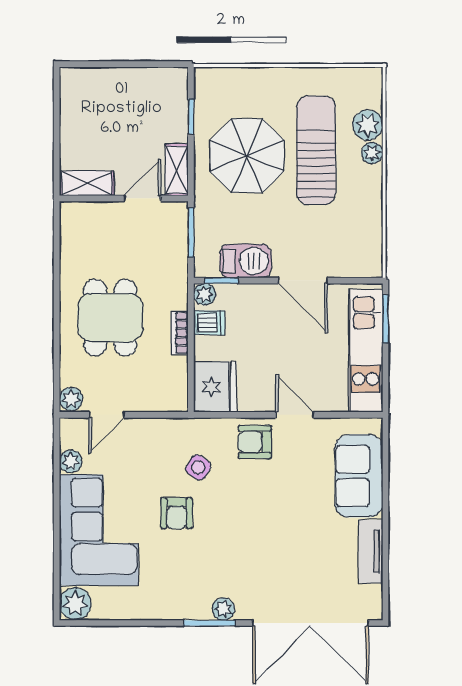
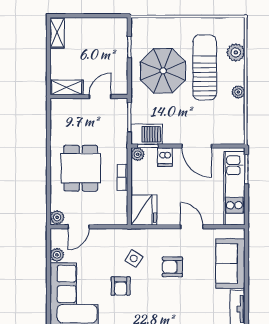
plant: (372, 153) -> (238, 92), moved
shelving: (177, 170) -> (57, 33), moved
barbecue: (246, 261) -> (147, 134), moved
dishwasher: (209, 323) -> (165, 157), moved, turned 90
armchair: (255, 442) -> (172, 267), moved

